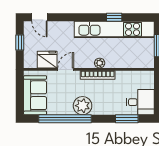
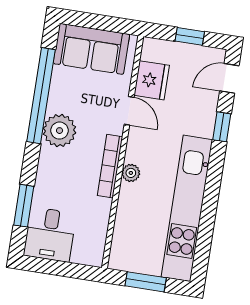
window: (114, 17) -> (222, 127), moved

